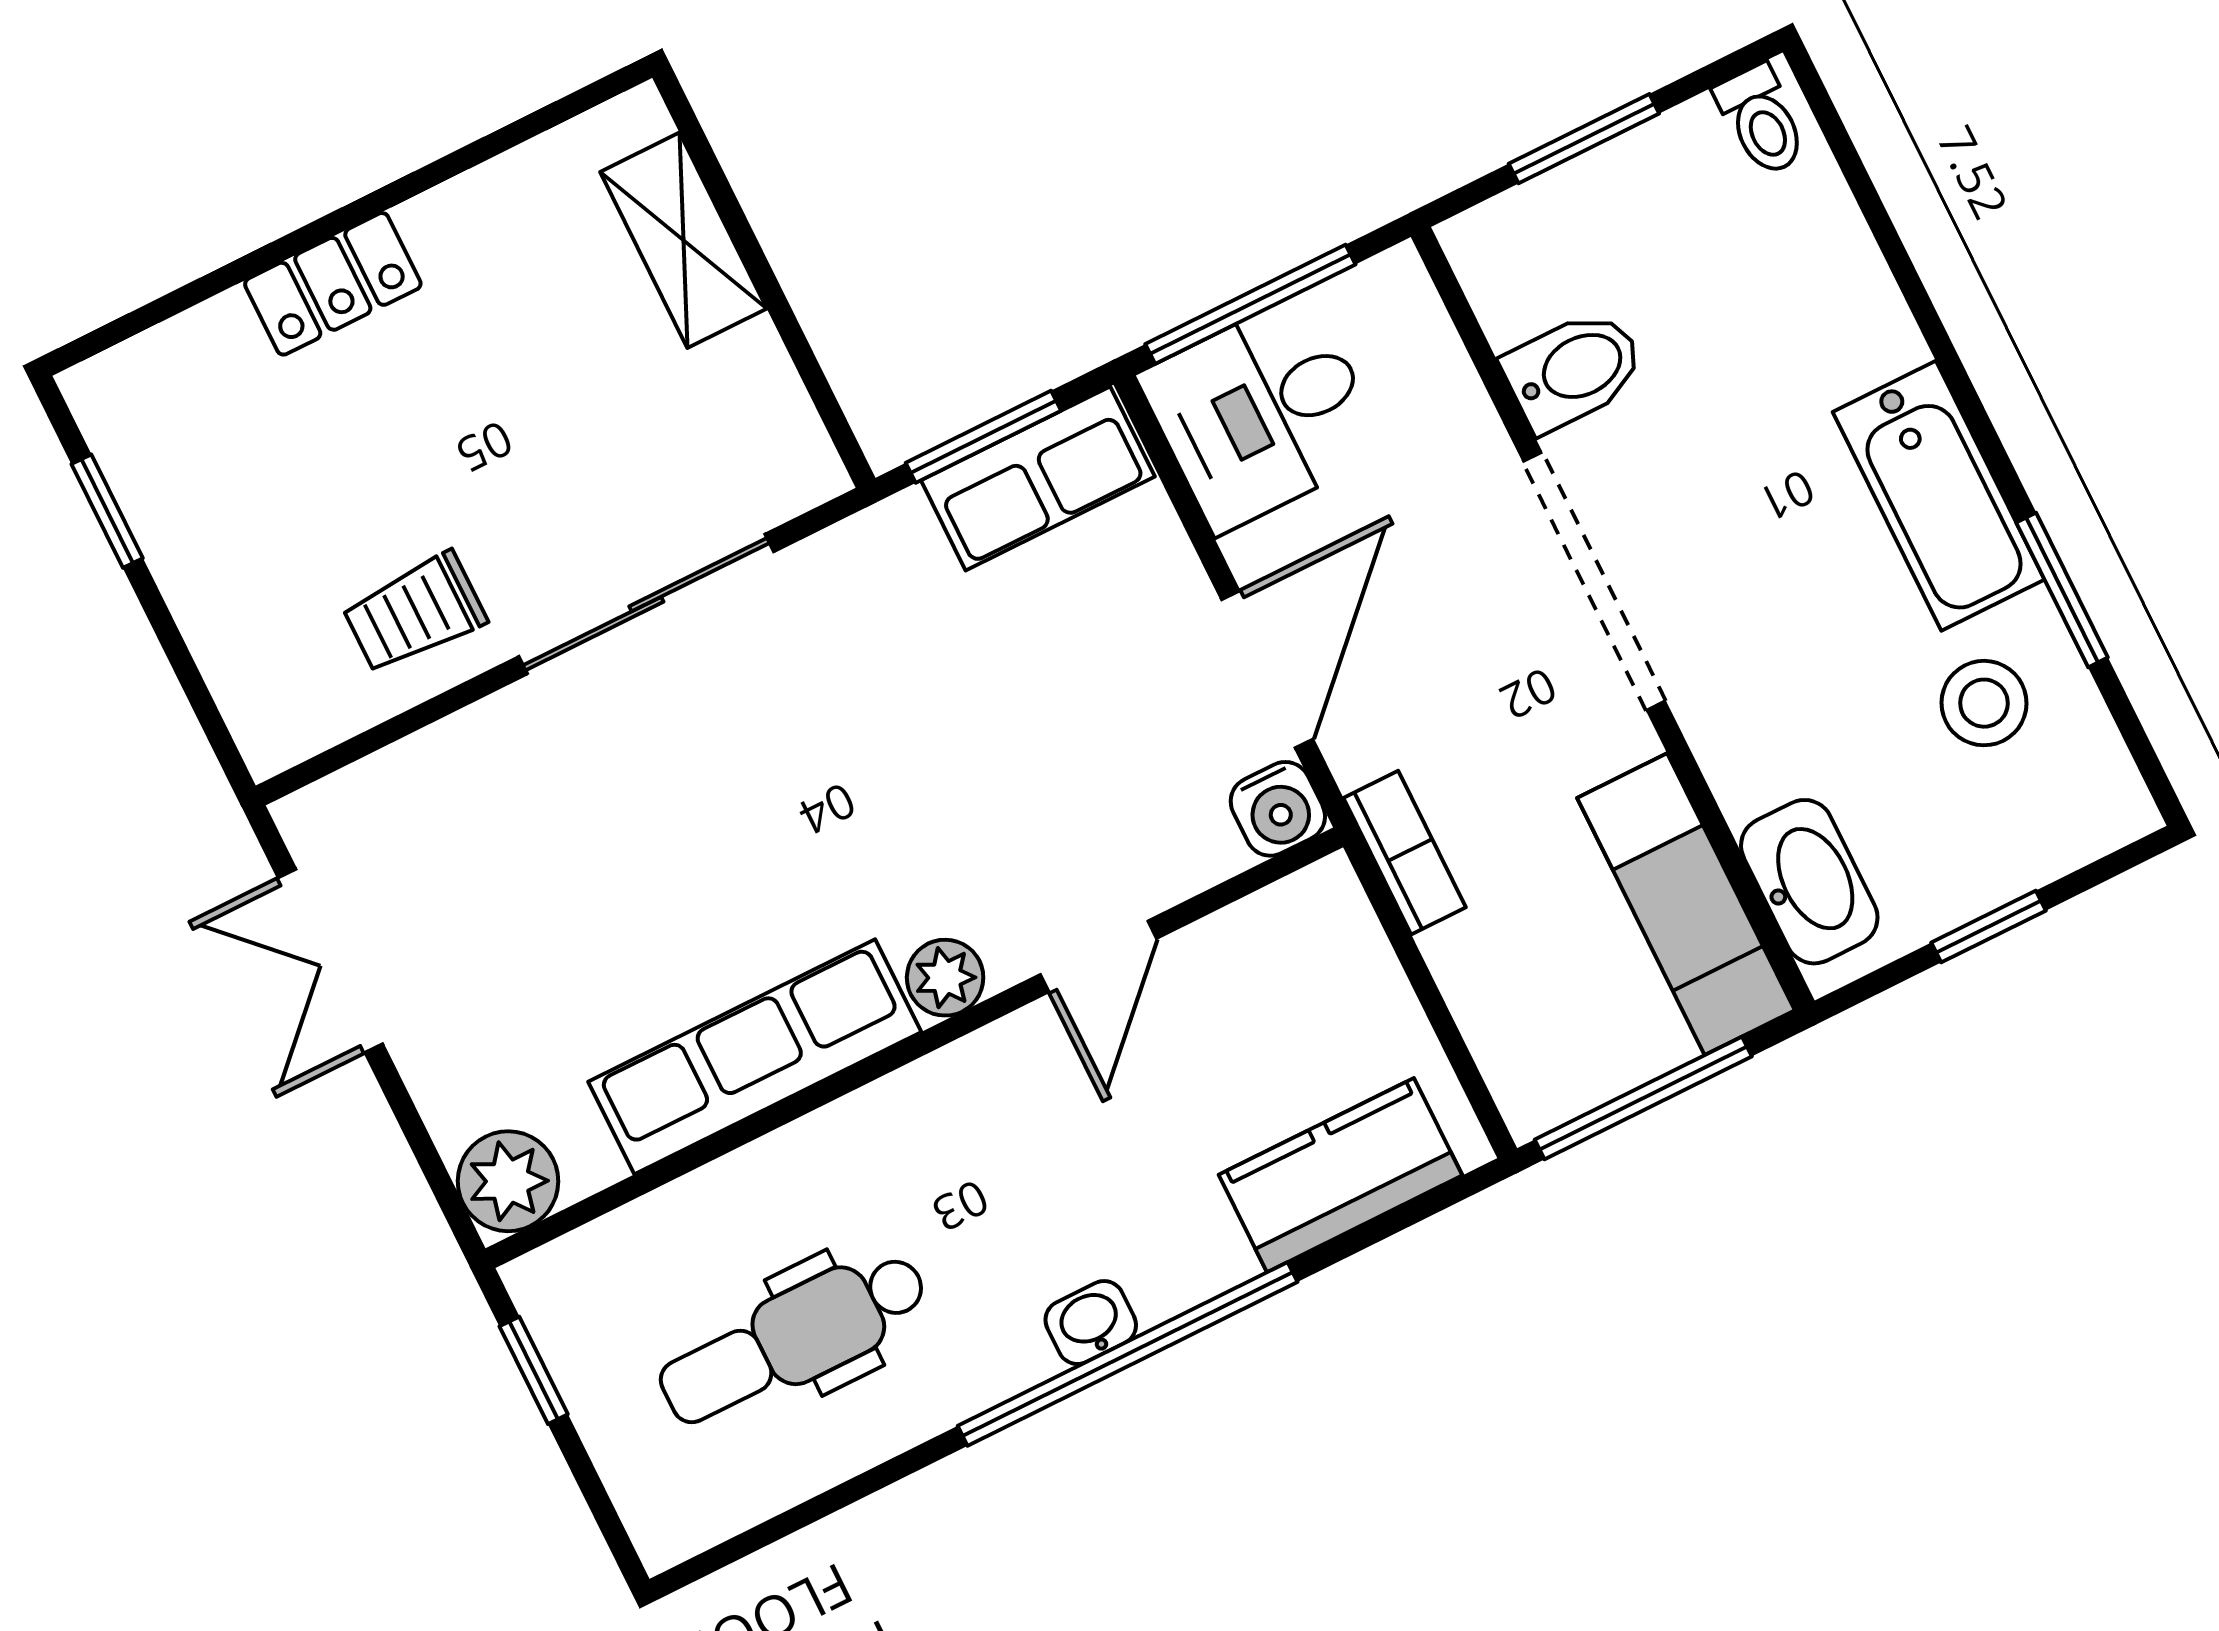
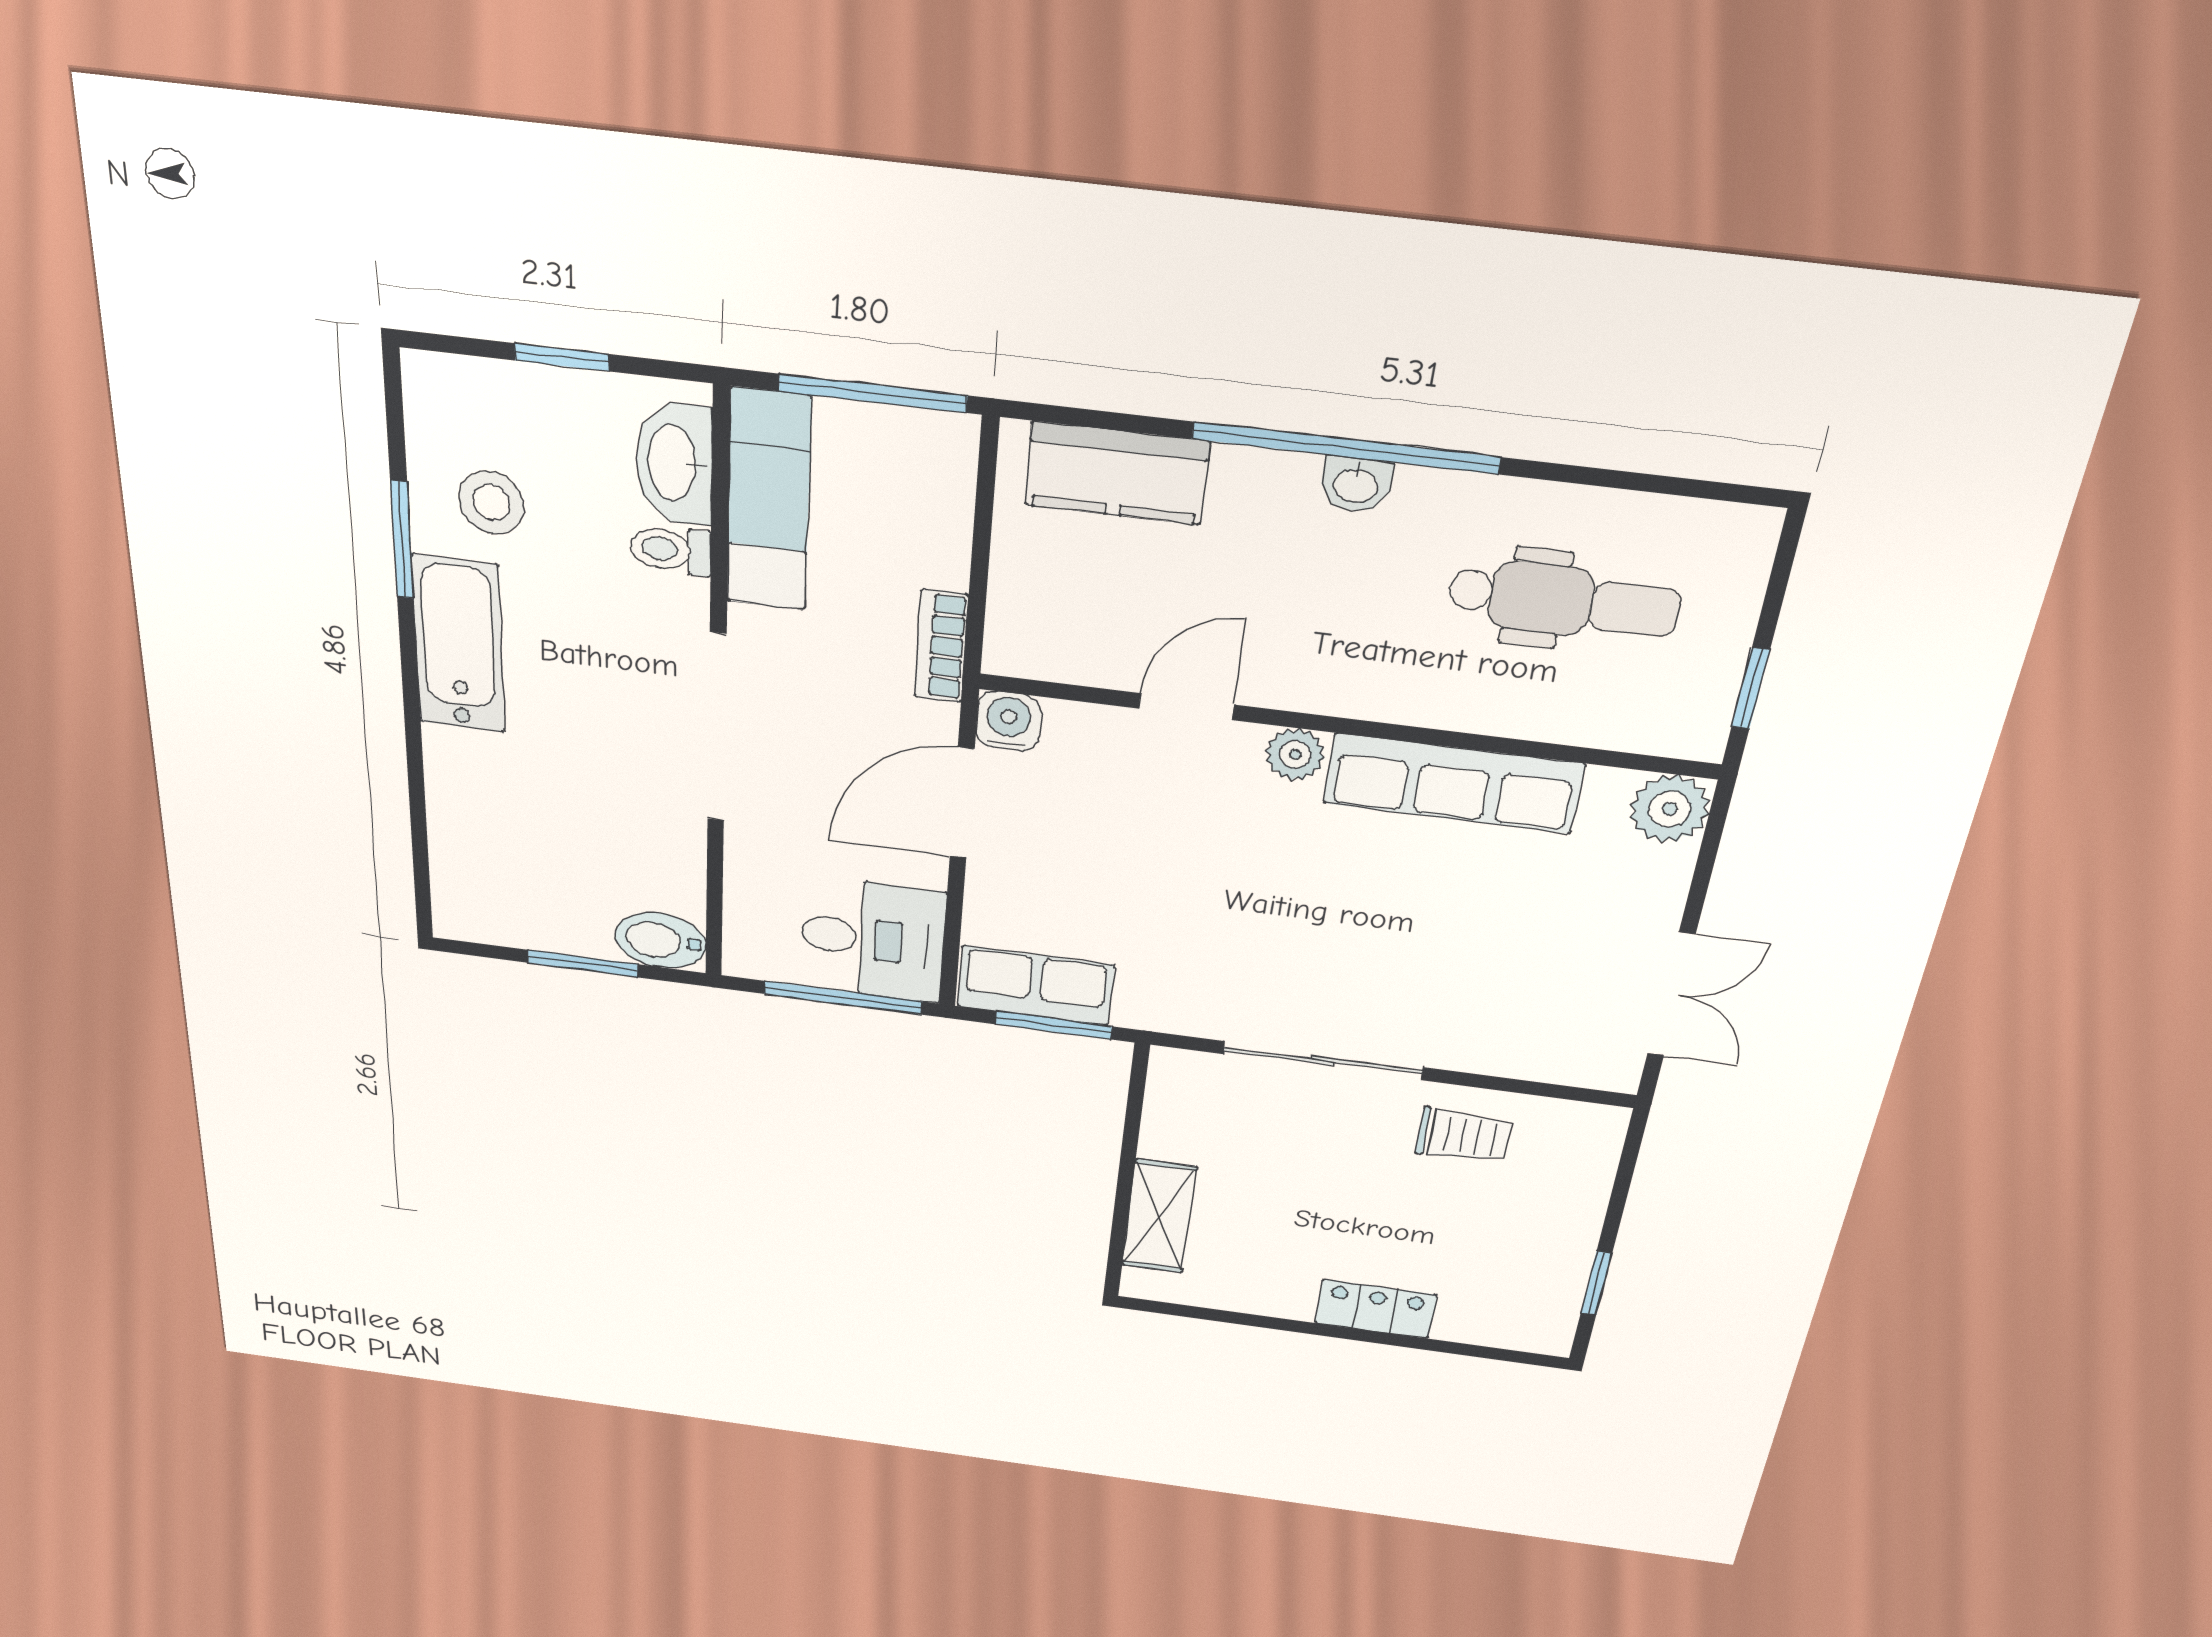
toilet: (1761, 121) -> (671, 550), moved, turned -90
bidet: (1574, 370) -> (661, 940), moved

